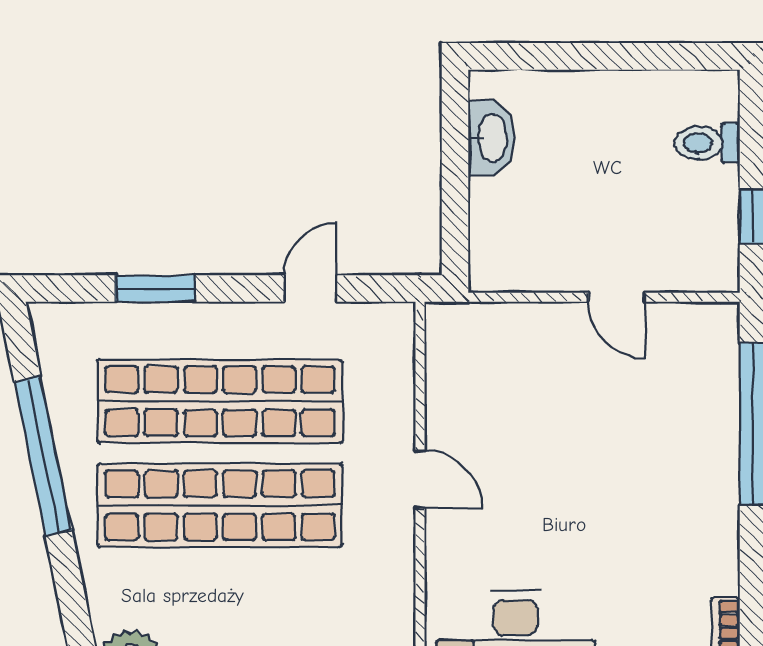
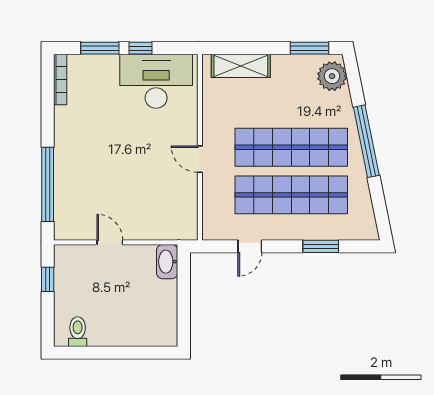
washbasin: (491, 138) -> (167, 262), moved
toilet: (707, 143) -> (78, 332), moved, turned -90
window: (43, 456) -> (366, 141), moved

